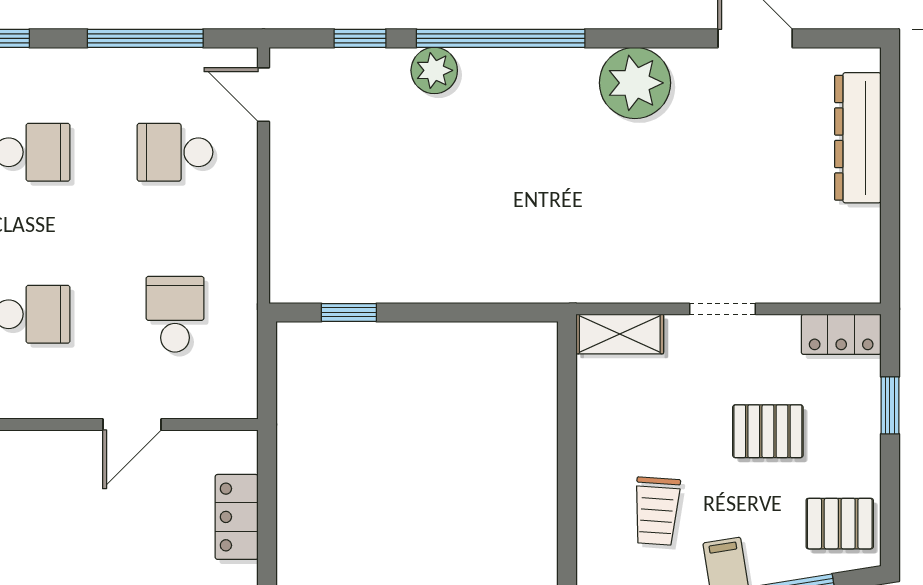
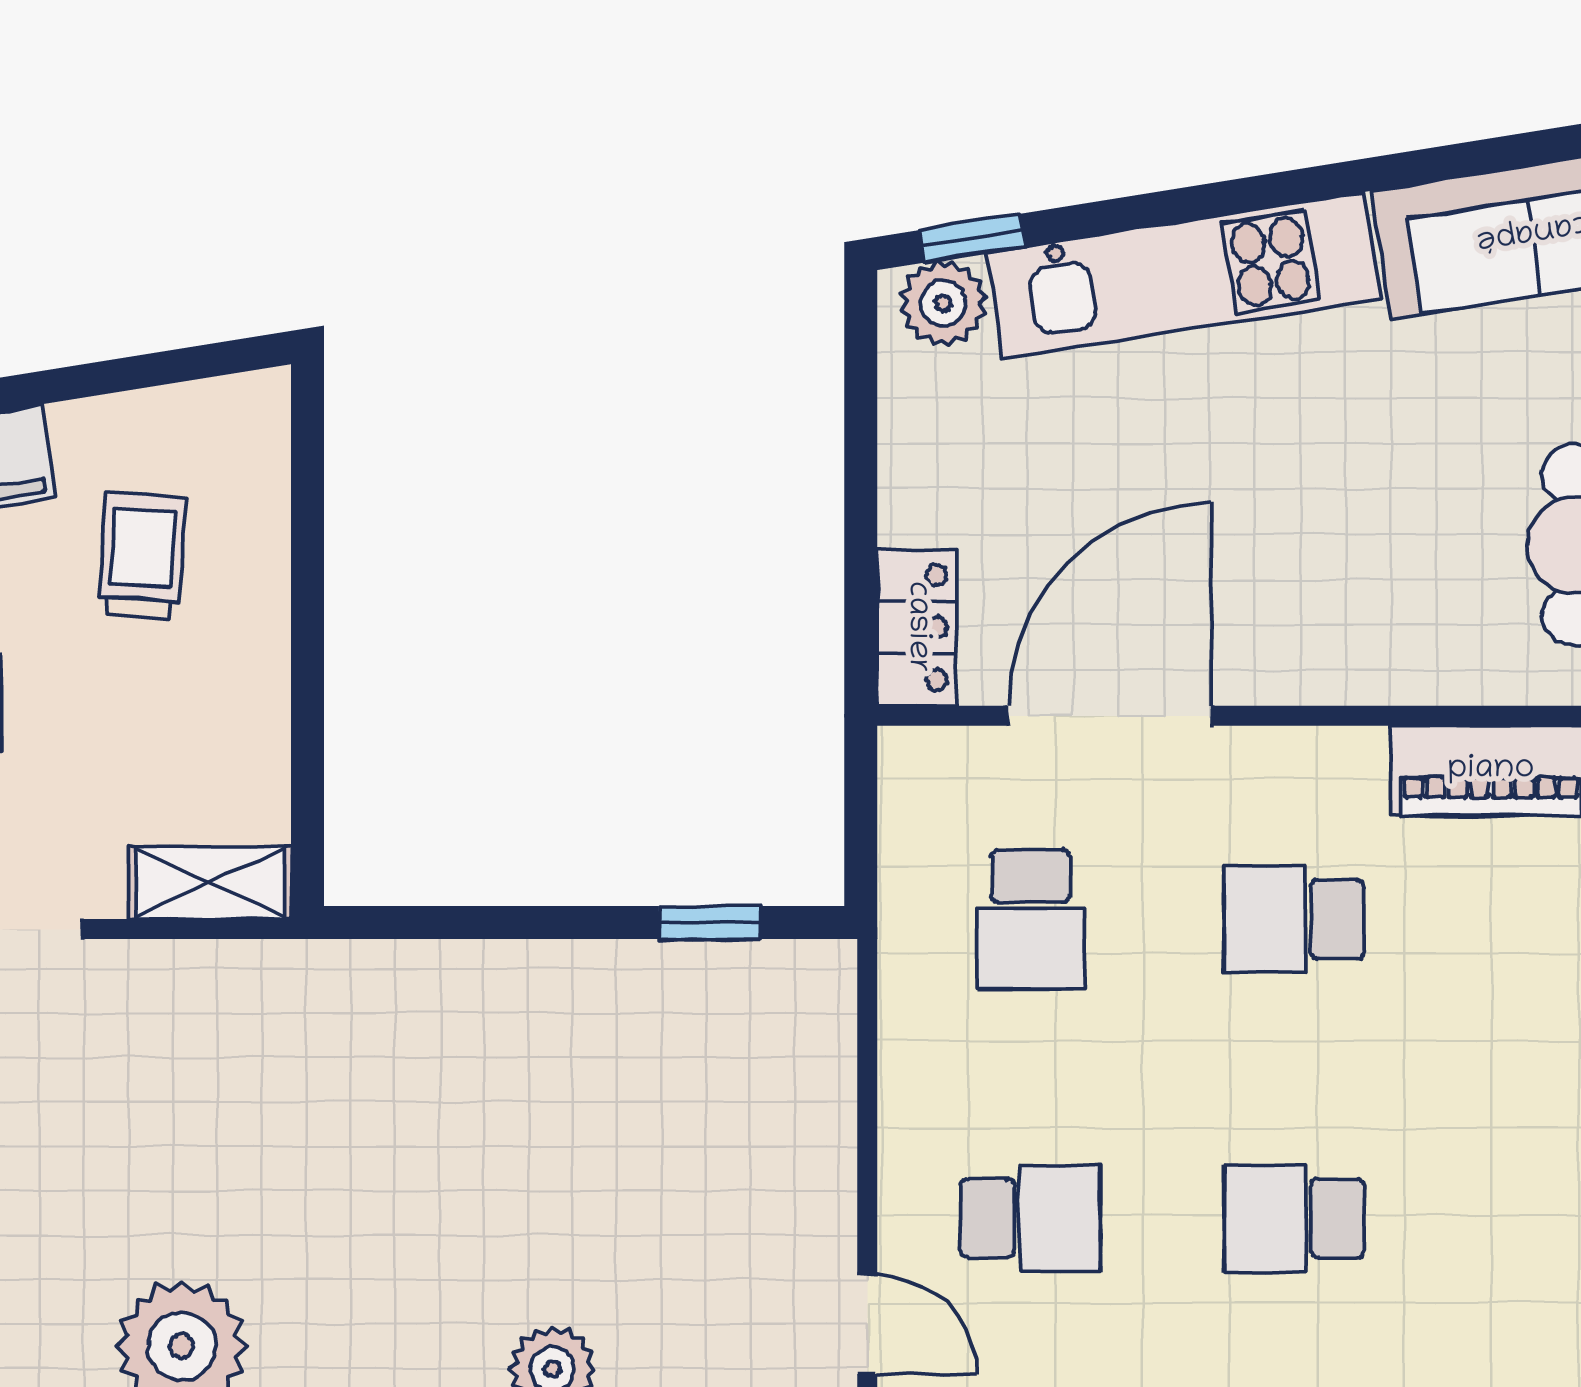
door: (132, 425) -> (1110, 716), width x1.88
locker: (237, 517) -> (917, 627), moved

